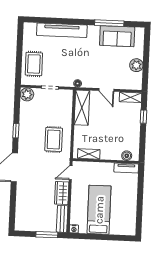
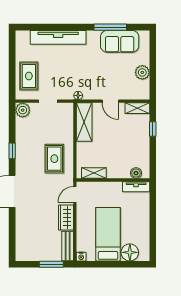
floor lamp: (118, 227) -> (130, 252), added

